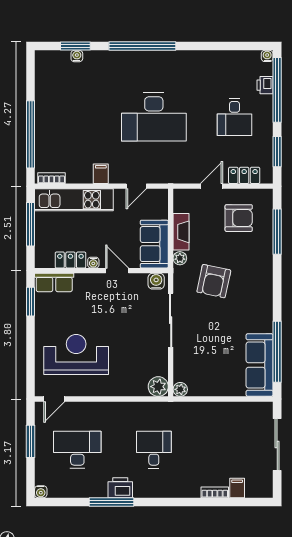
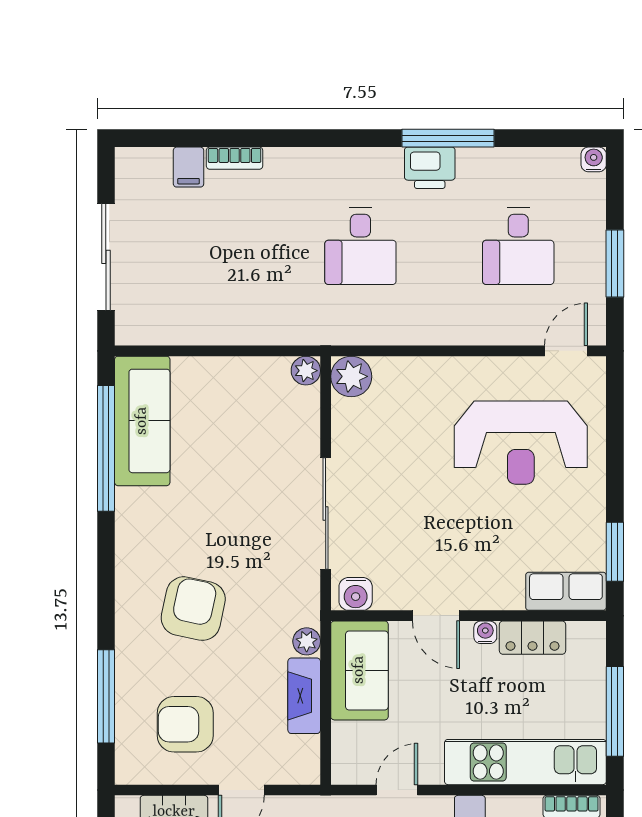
armchair: (214, 281) -> (193, 609), moved
desk: (77, 450) -> (518, 246), width x0.73

